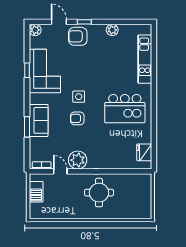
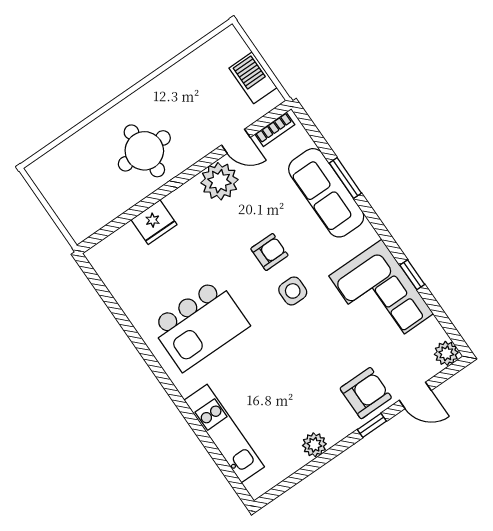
kitchen island: (125, 109) -> (200, 325), turned 180
sofa: (39, 120) -> (326, 193), width x1.36
fridge: (144, 152) -> (154, 222), moved, turned 90

